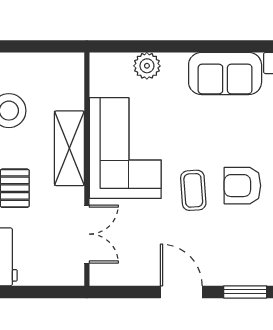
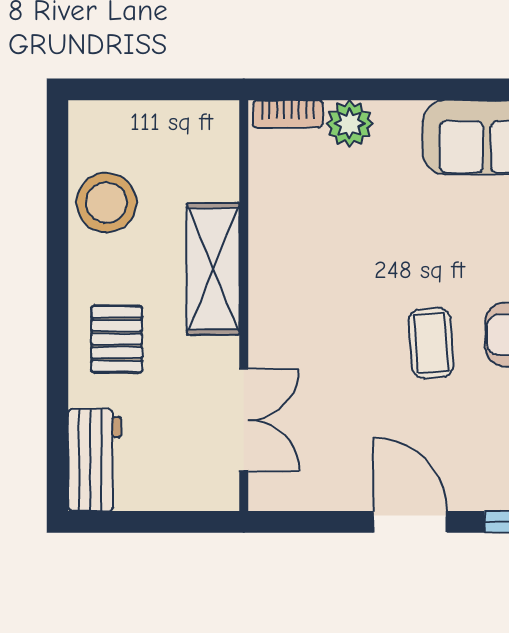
bookcase: (112, 60) -> (288, 114), added
corner sofa: (125, 148) -> (311, 268), removed

